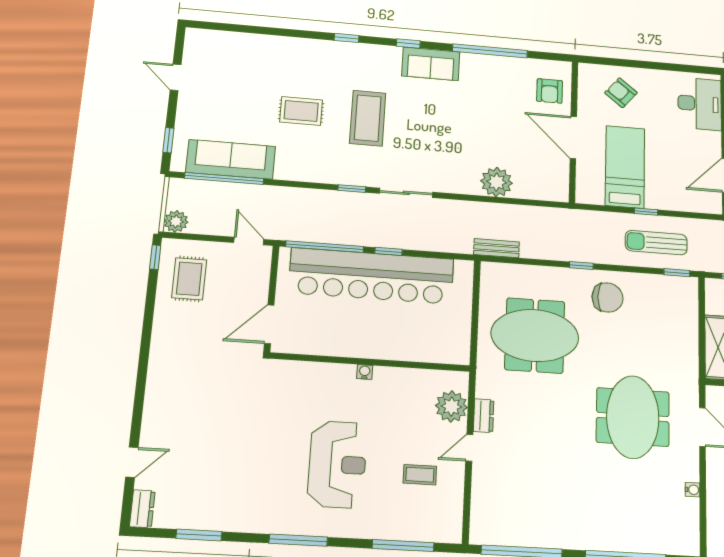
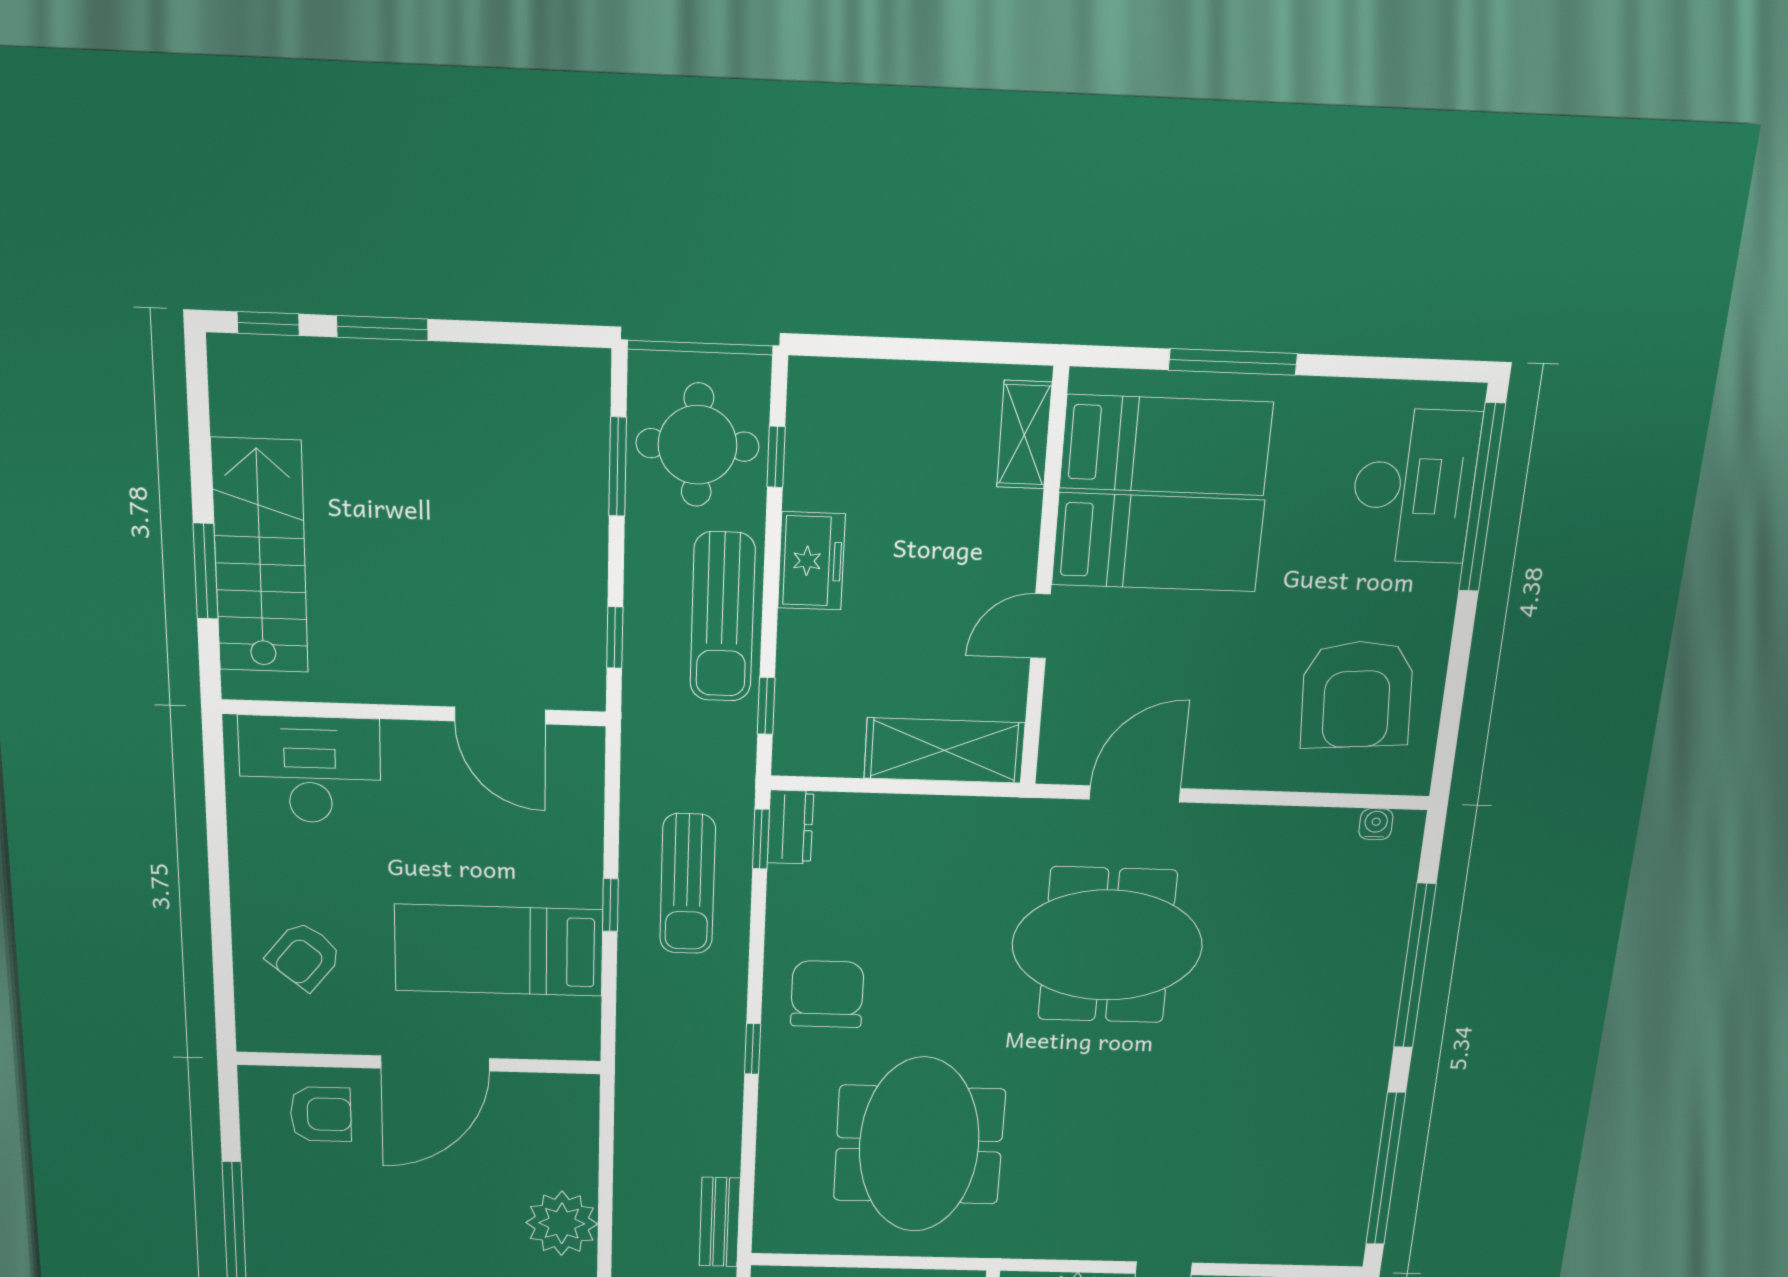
dresser: (484, 416) -> (790, 827), moved, turned 90
water cooler: (693, 490) -> (1376, 824), moved

